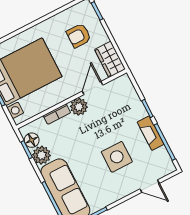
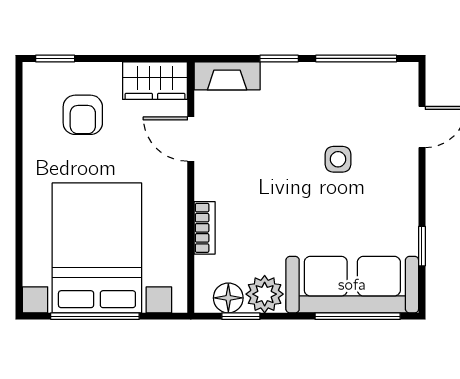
plant: (79, 107) -> (212, 181), removed
fireplace: (151, 133) -> (227, 76), moved
side table: (117, 157) -> (338, 159), width x0.54, depth x0.54

